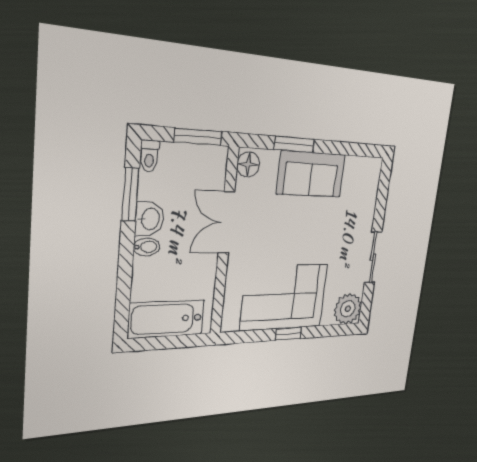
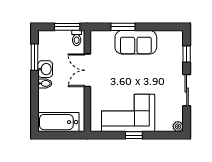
toilet: (149, 156) -> (77, 38), moved
floor lamp: (248, 164) -> (97, 39), removed
window: (382, 198) -> (187, 54), added
plant: (348, 309) -> (178, 126), width x0.53, depth x0.53

